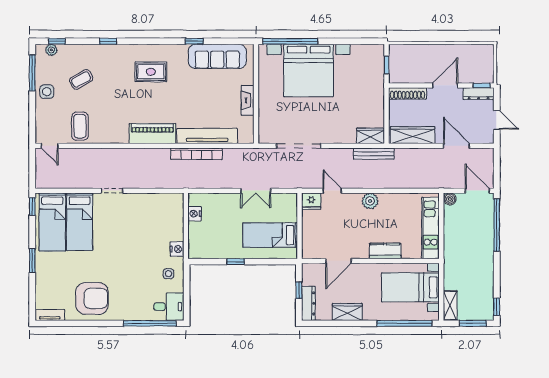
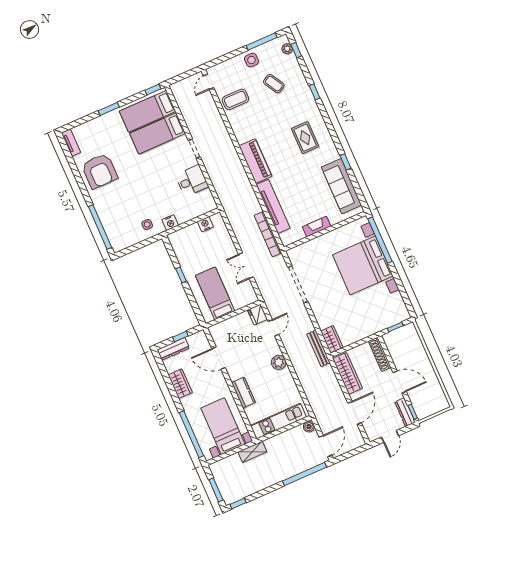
bookcase: (196, 154) -> (268, 234), moved
shelving: (450, 306) -> (252, 452), moved
desk: (169, 307) -> (192, 181), moved, turned -90

